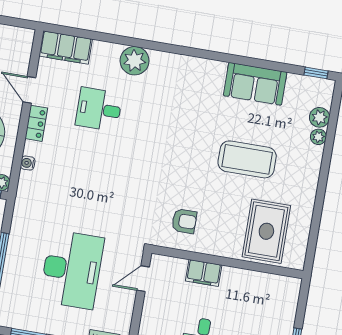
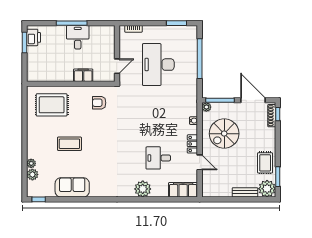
desk: (99, 109) -> (158, 158), turned 180
coffee table: (247, 159) -> (69, 144), width x0.73, depth x0.76
rug: (266, 231) -> (52, 105), turned 90

